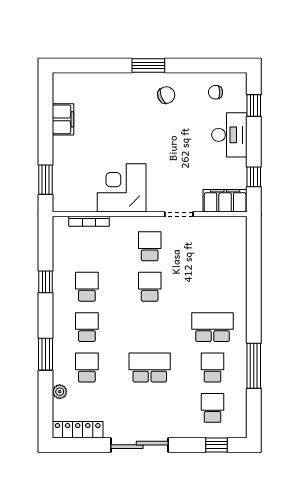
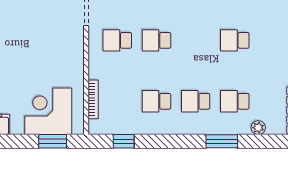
corner desk: (122, 188) -> (48, 111), moved, turned 90
window: (46, 282) -> (124, 141), moved
school desk: (150, 368) -> (235, 40), width x0.54

